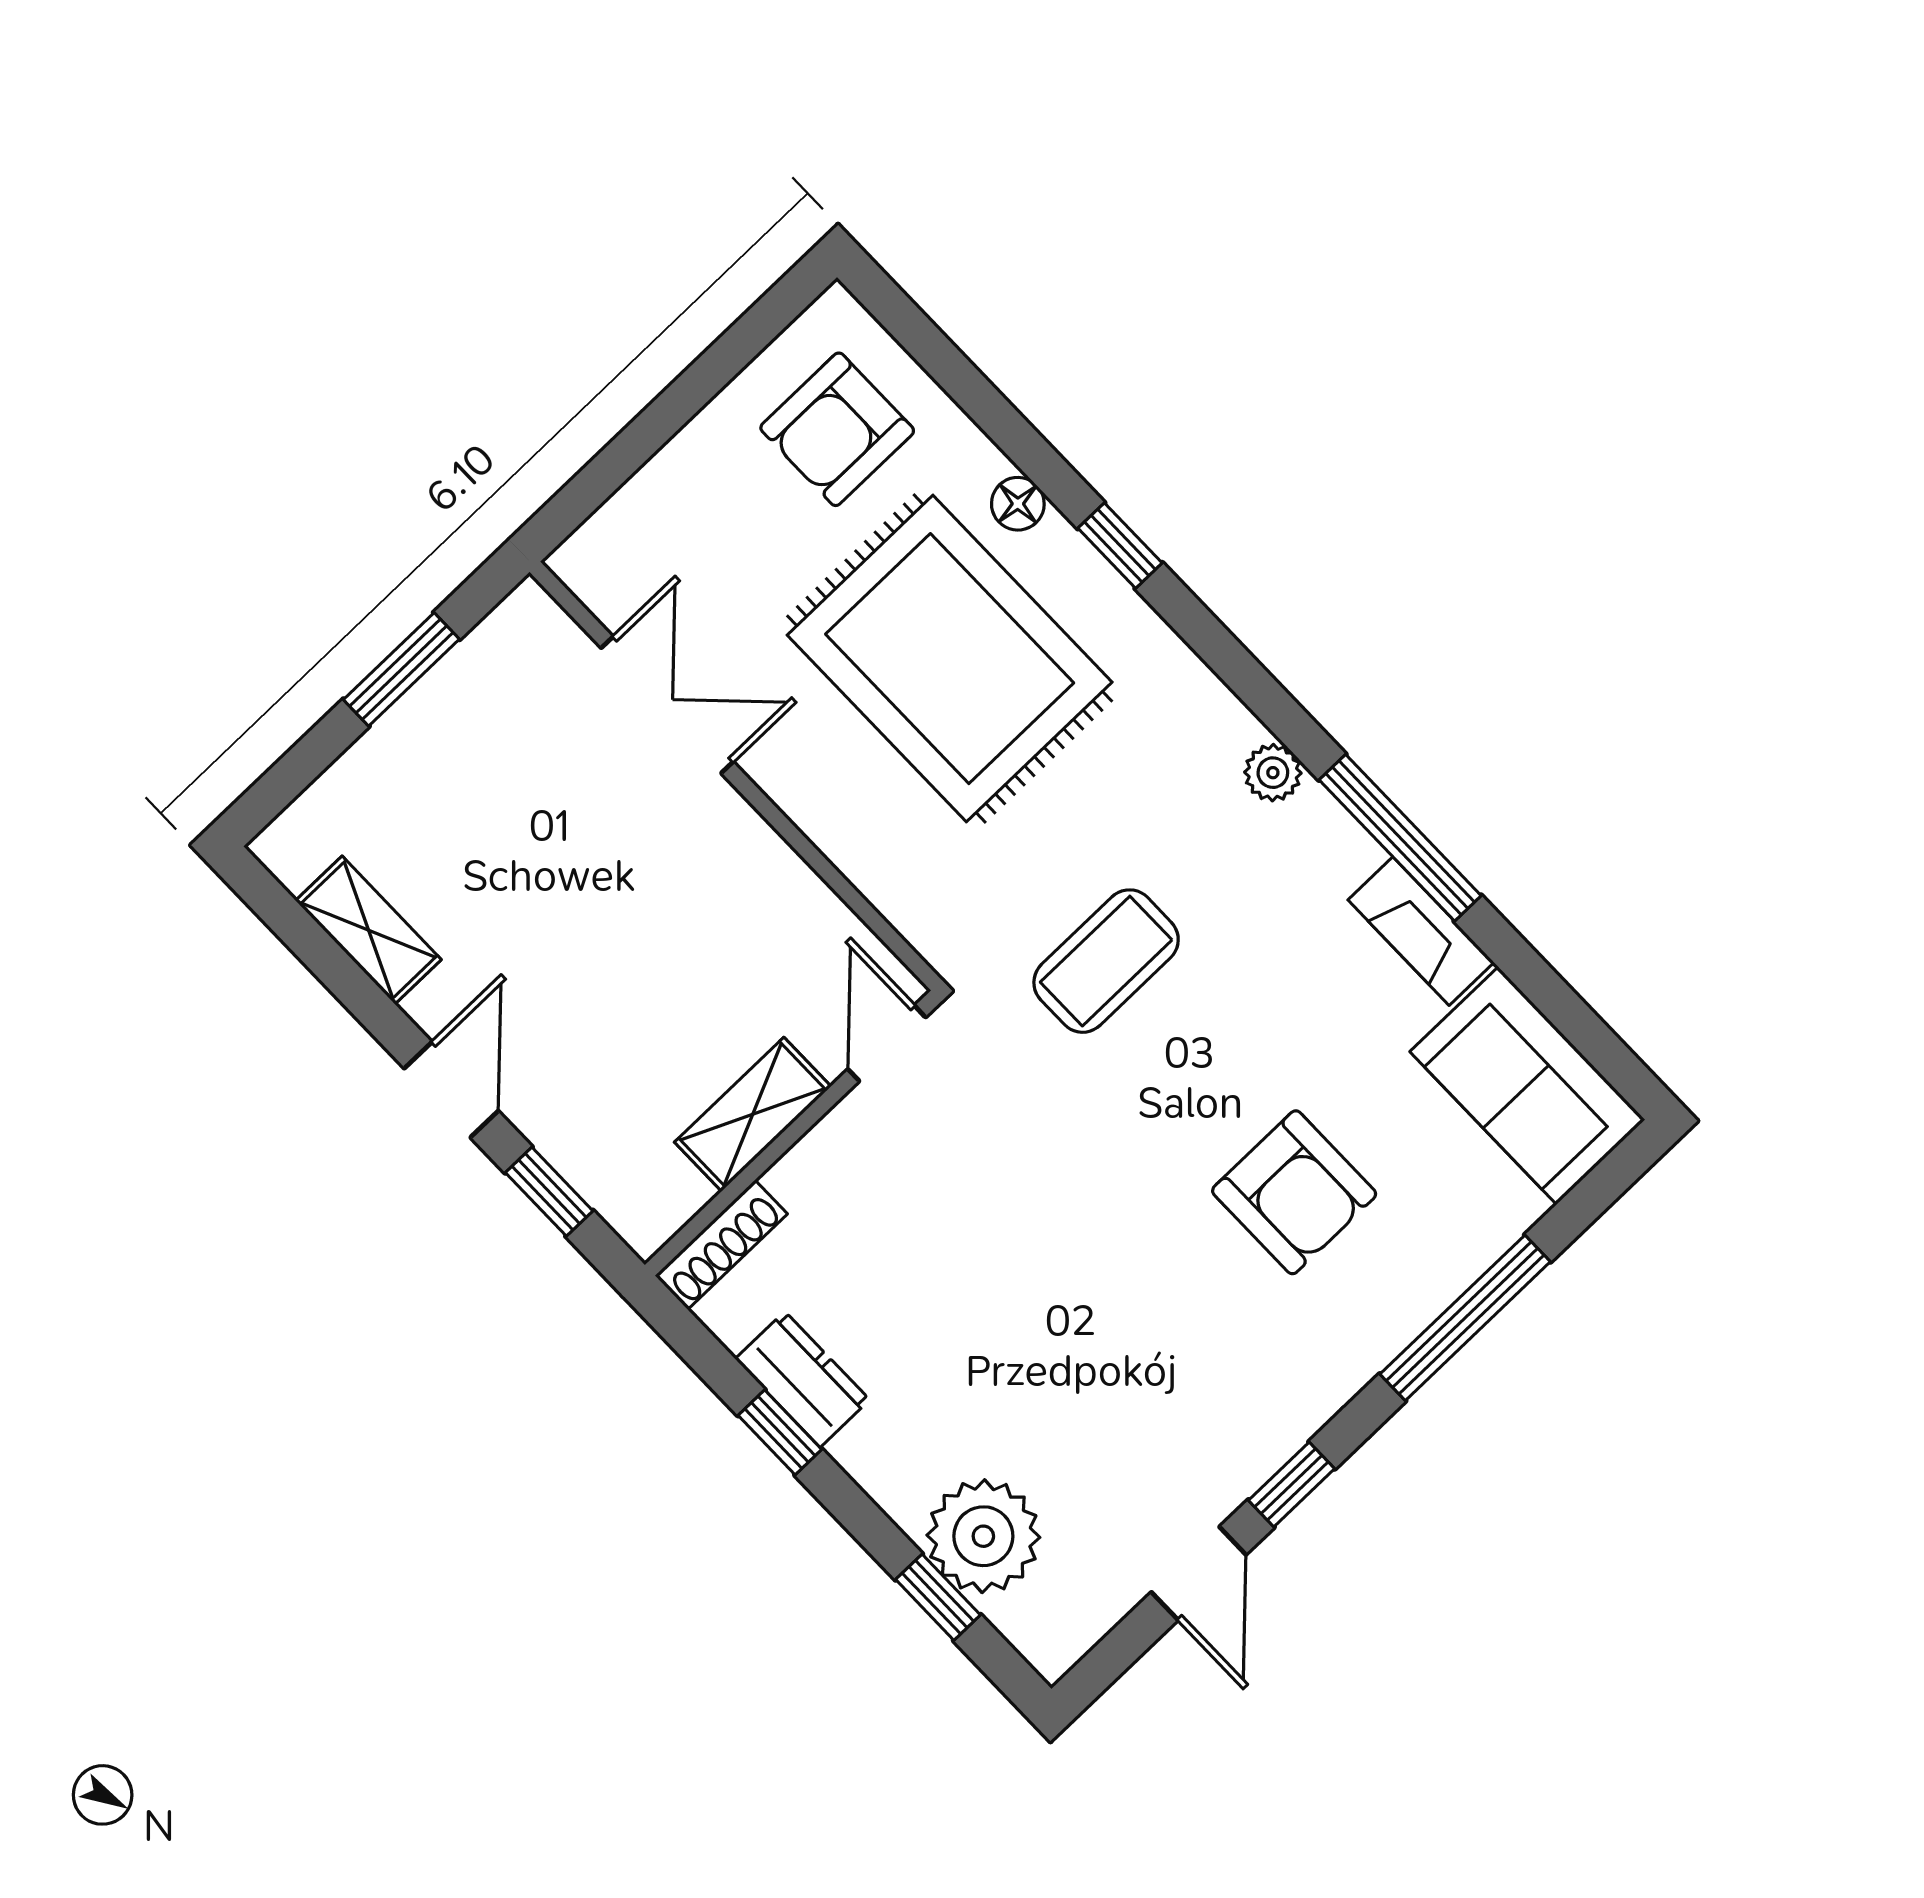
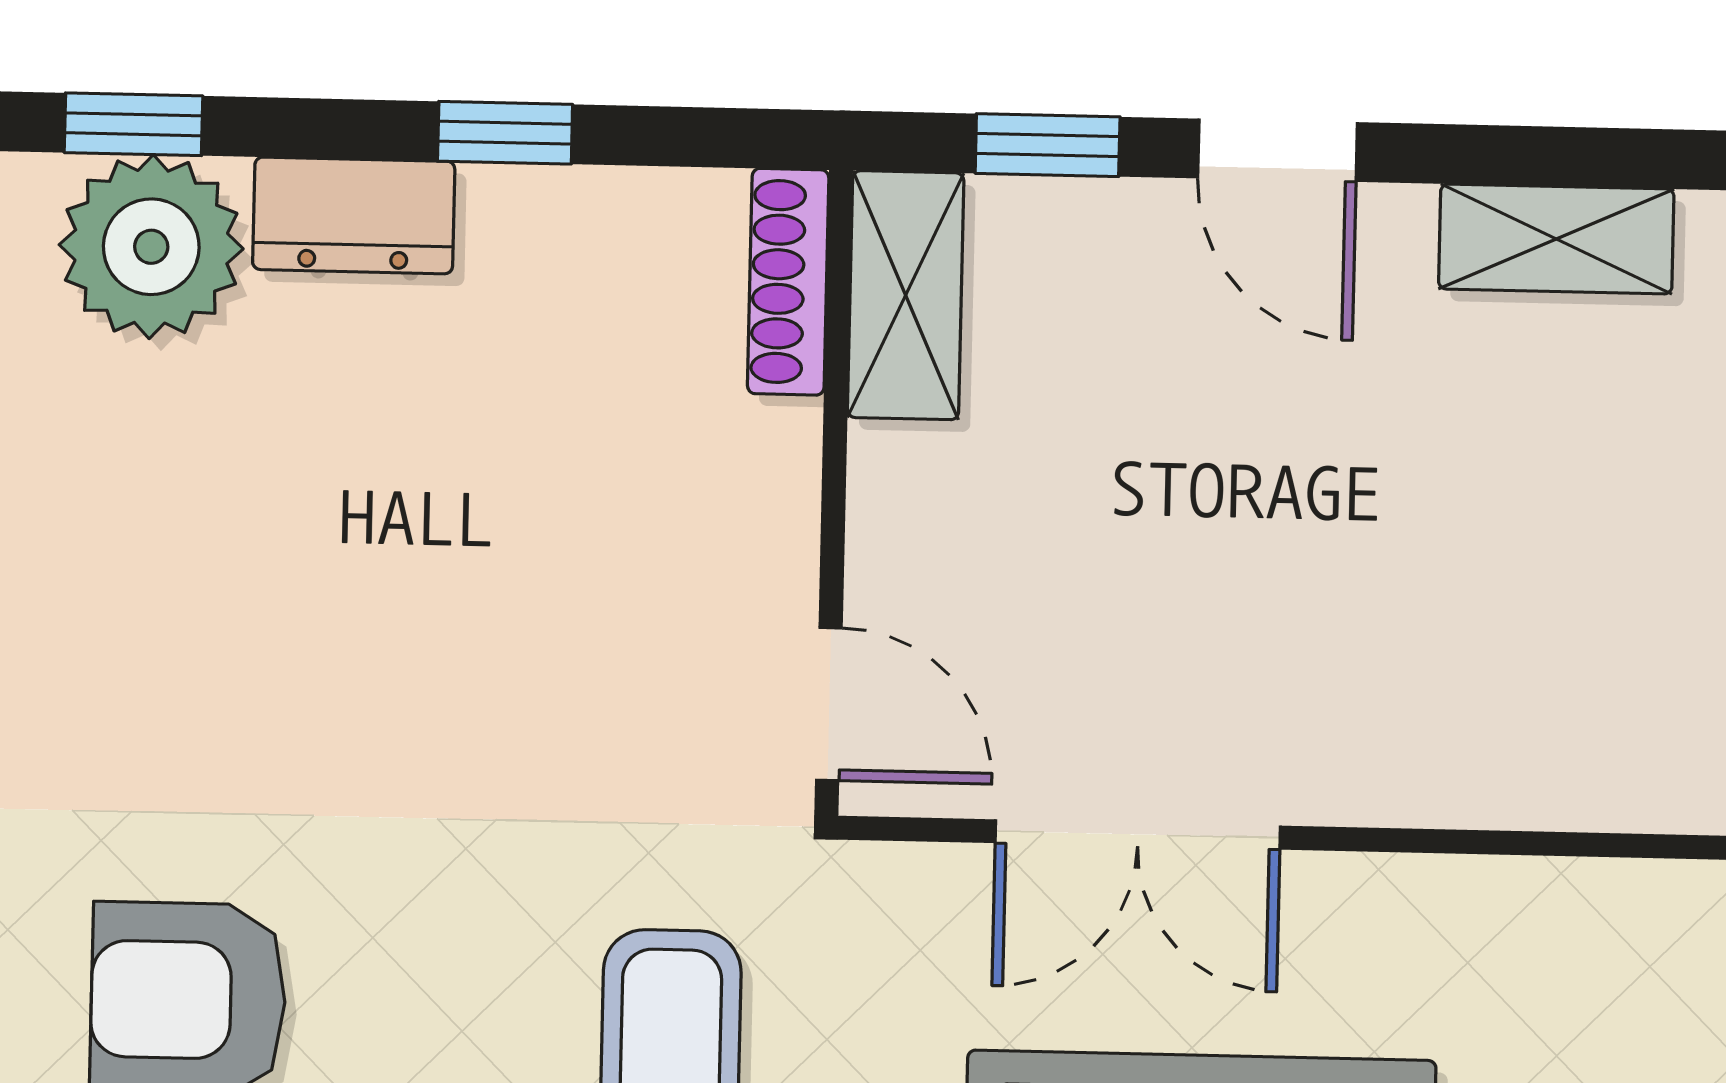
double door: (667, 705) -> (1138, 834), moved
shelving: (753, 1114) -> (906, 295), moved
dresser: (802, 1379) -> (354, 215), moved

